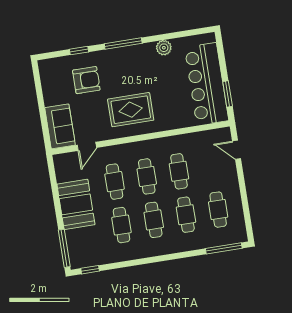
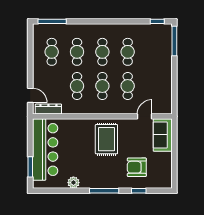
window: (228, 94) -> (30, 167), moved
rug: (131, 110) -> (106, 139), turned 90
dresser: (211, 136) -> (48, 109), added
booth: (76, 204) -> (160, 73), removed

